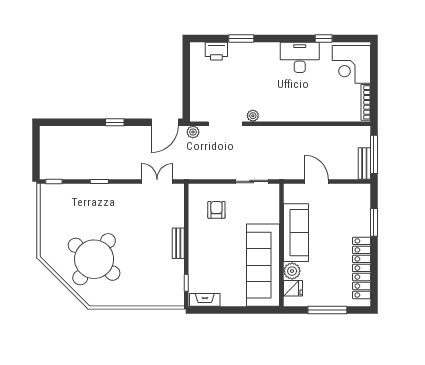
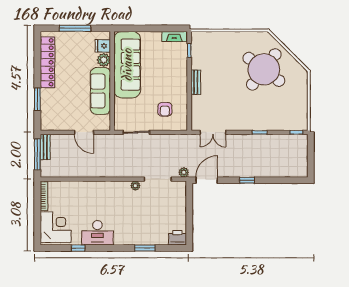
printer: (216, 51) -> (177, 238), moved

